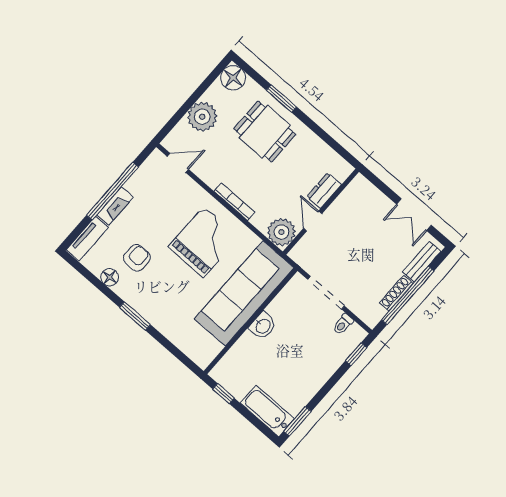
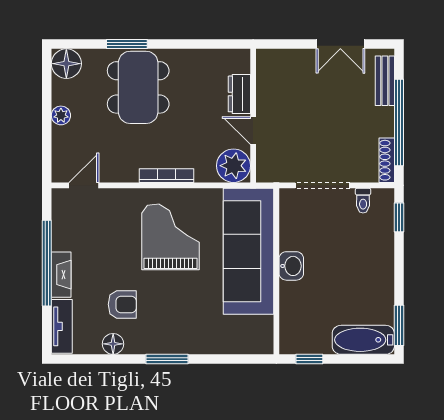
plant: (202, 117) -> (61, 115), width x0.53, depth x0.53
dining table: (265, 132) -> (138, 87), width x1.38
armchair: (137, 258) -> (122, 304), turned 90
shoe rack: (396, 293) -> (387, 160), moved

